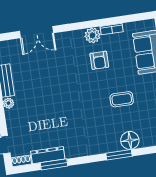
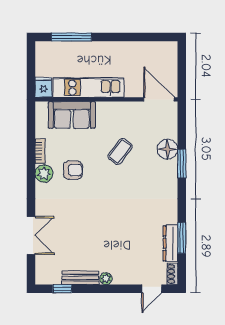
coffee table: (122, 99) -> (120, 151), turned 37

